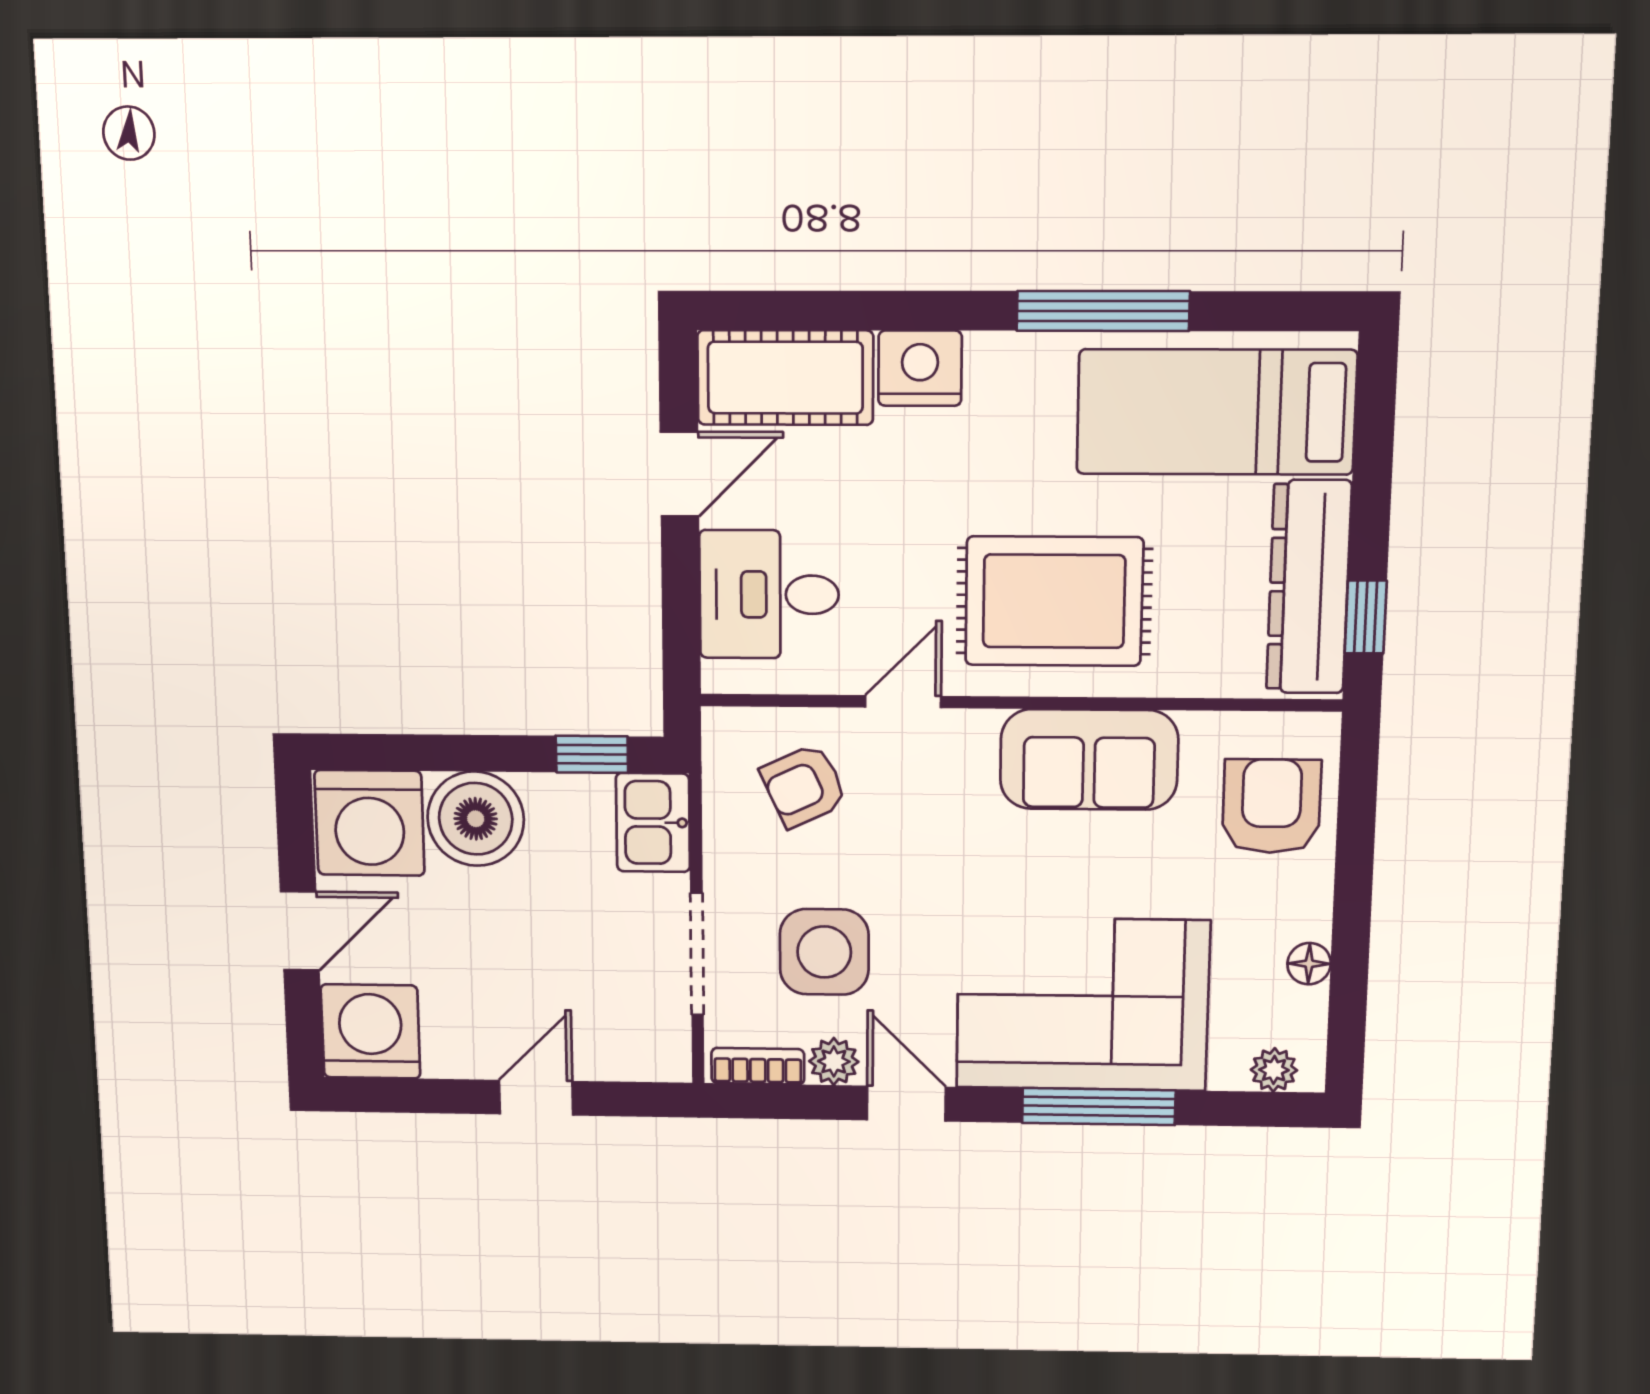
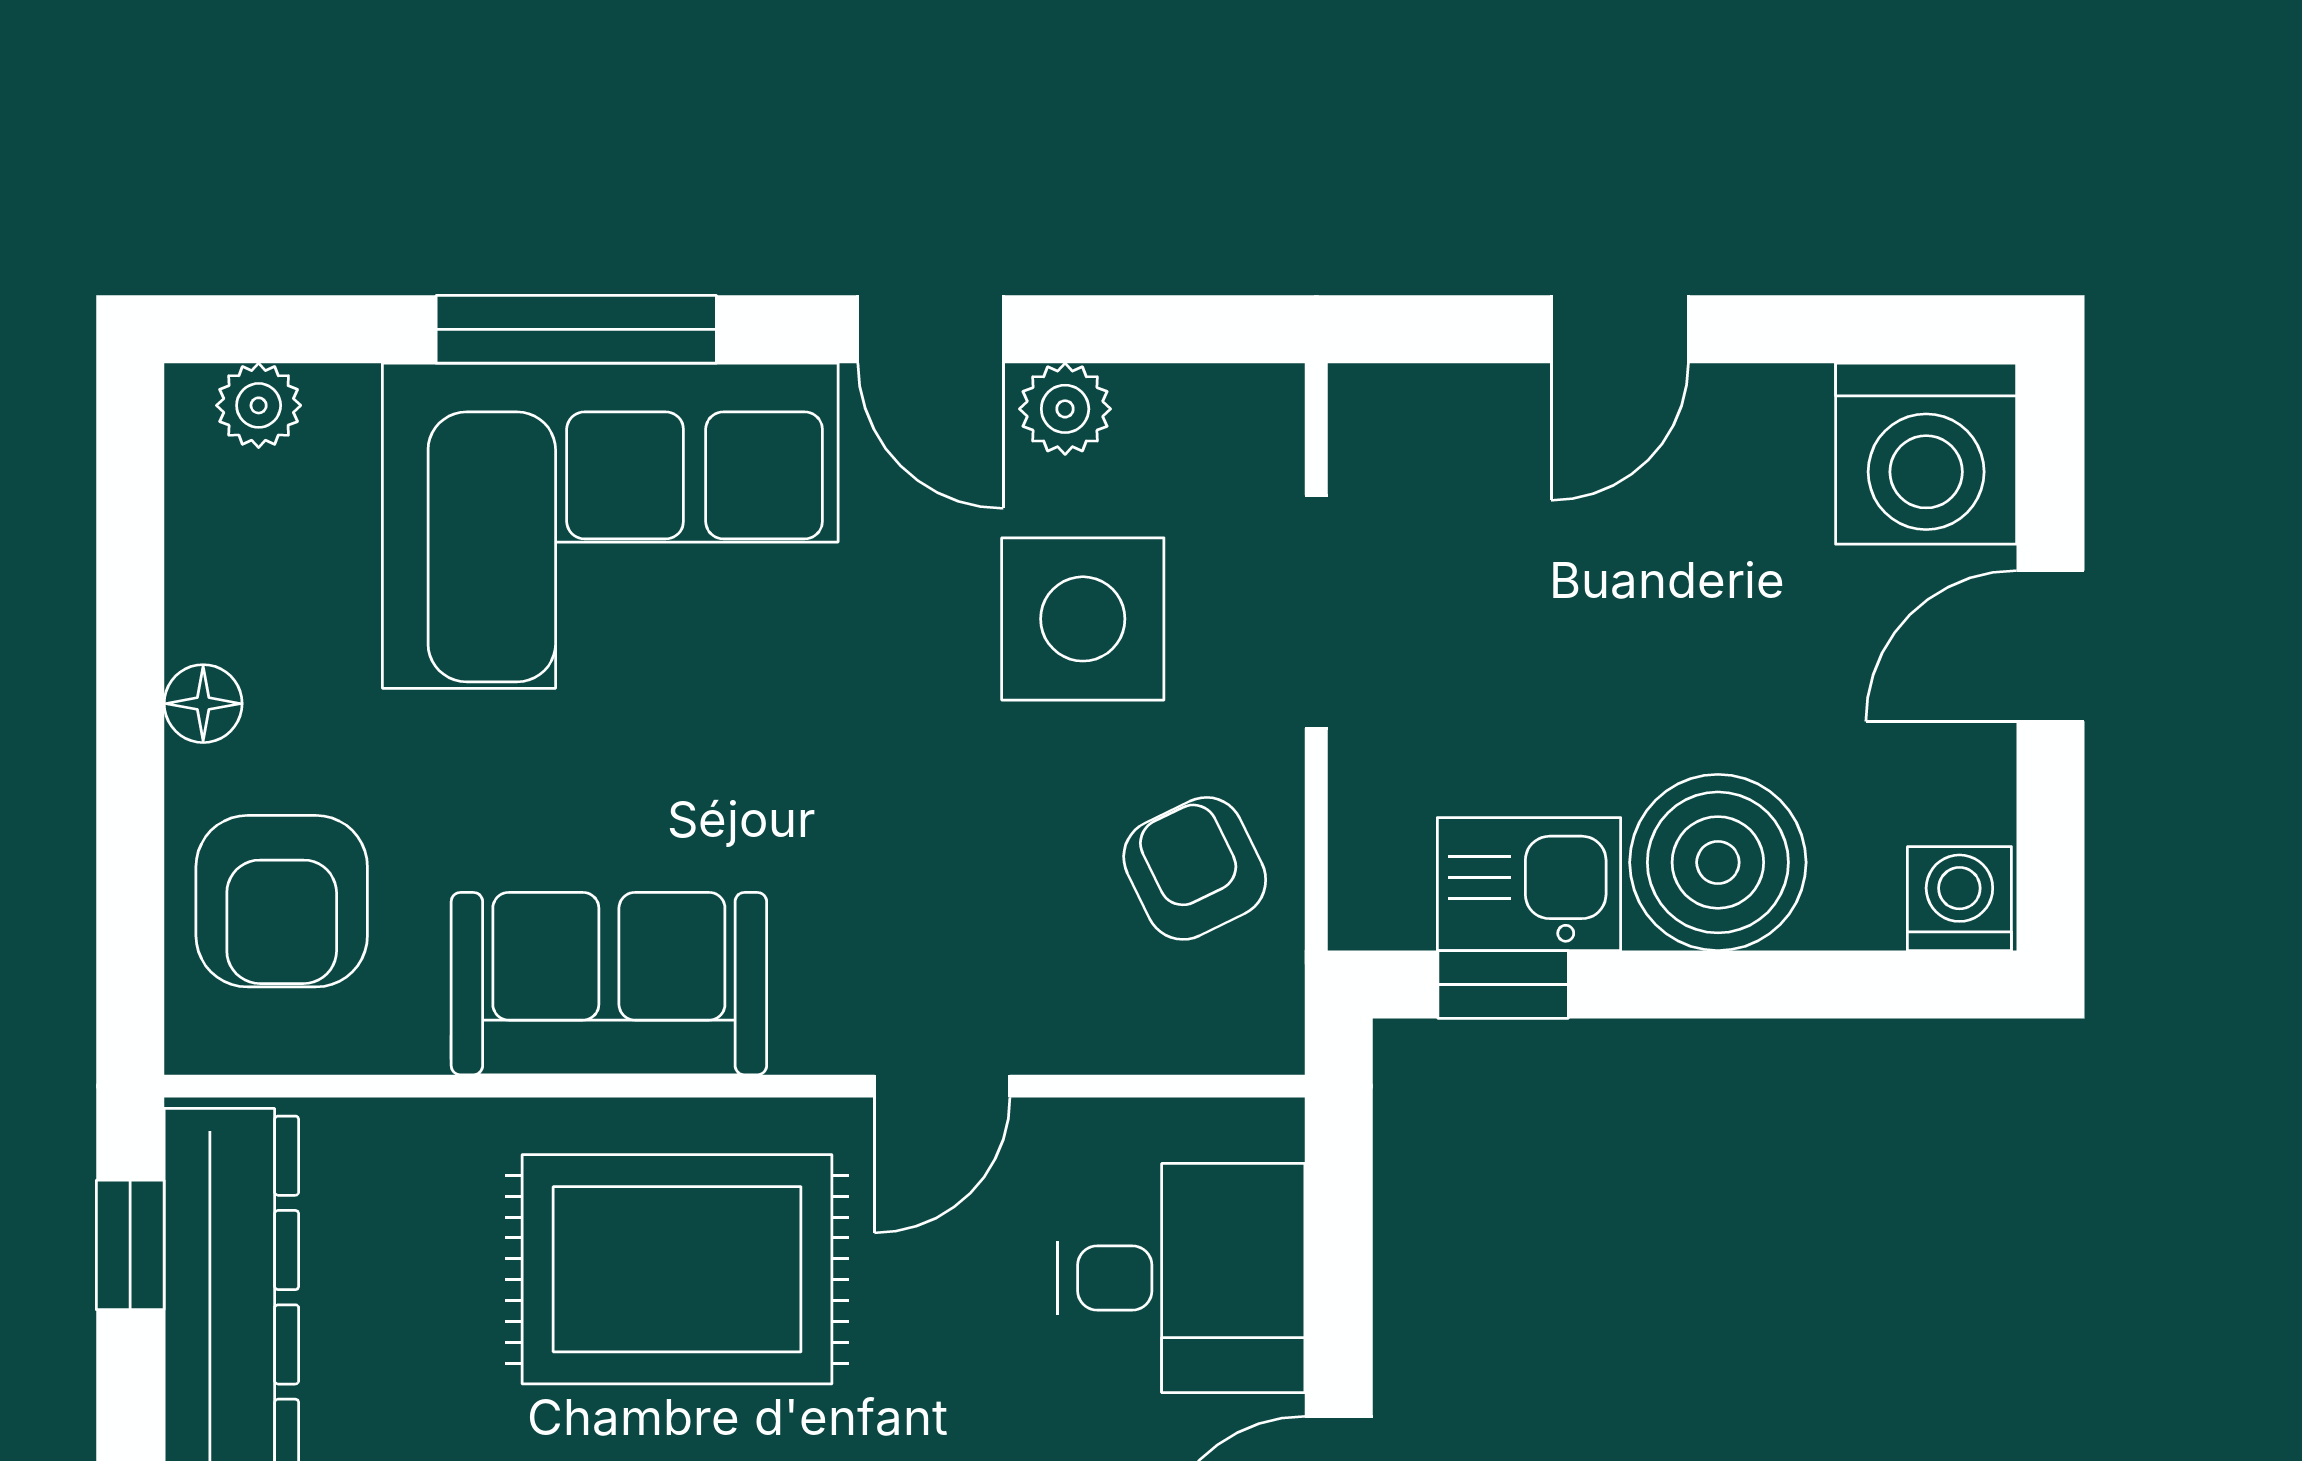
armchair: (804, 786) -> (1195, 868), moved, turned -91
washing machine: (370, 823) -> (1959, 899), width x0.53, depth x0.53
kitchen sink: (653, 823) -> (1529, 884), moved, turned -90
floor lamp: (1309, 964) -> (203, 704), moved
bookcase: (758, 1066) -> (1206, 398), removed

